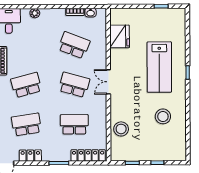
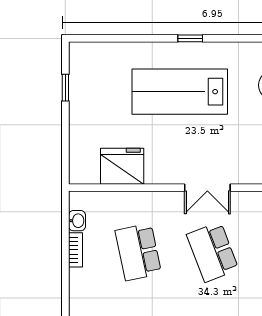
school desk: (74, 45) -> (138, 252), turned -33
lab bench: (159, 67) -> (180, 92), turned 180
school desk: (74, 85) -> (213, 252), turned -36

